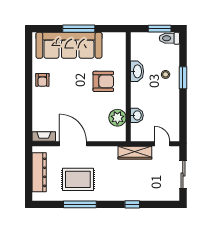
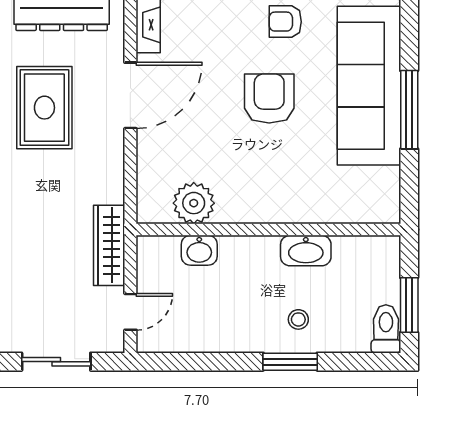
armchair: (103, 81) -> (269, 98), moved, turned 180

